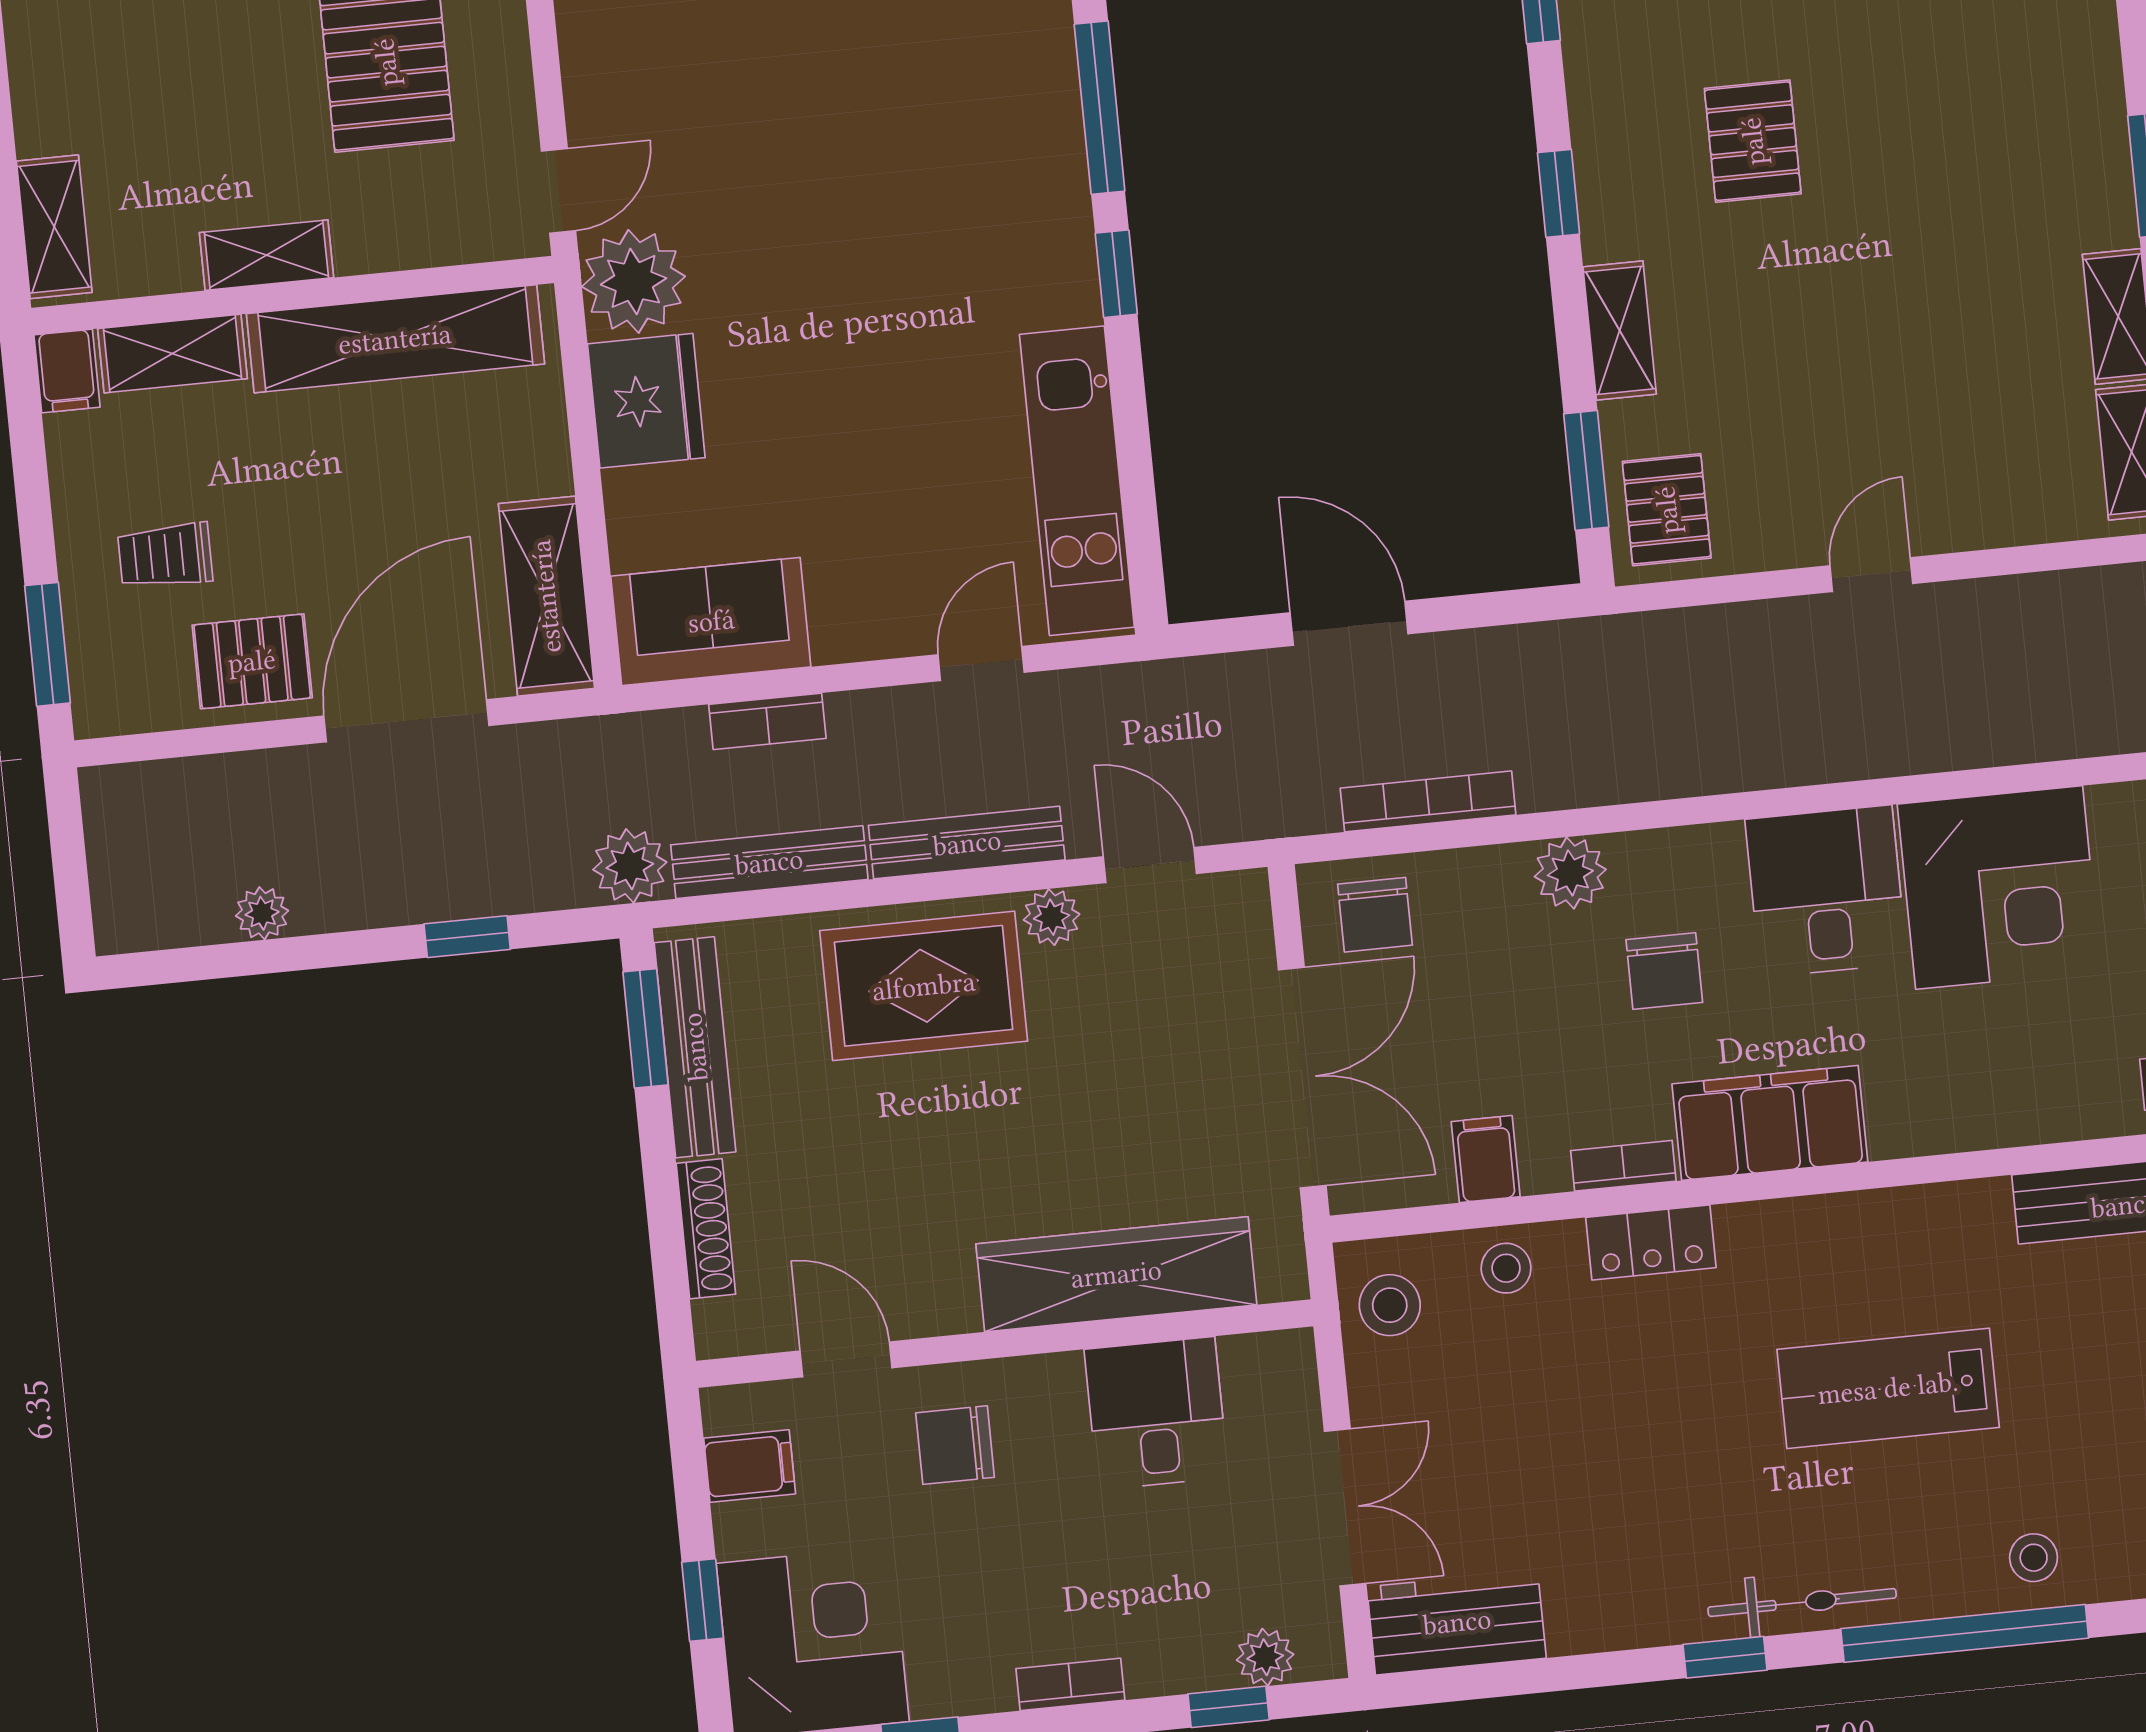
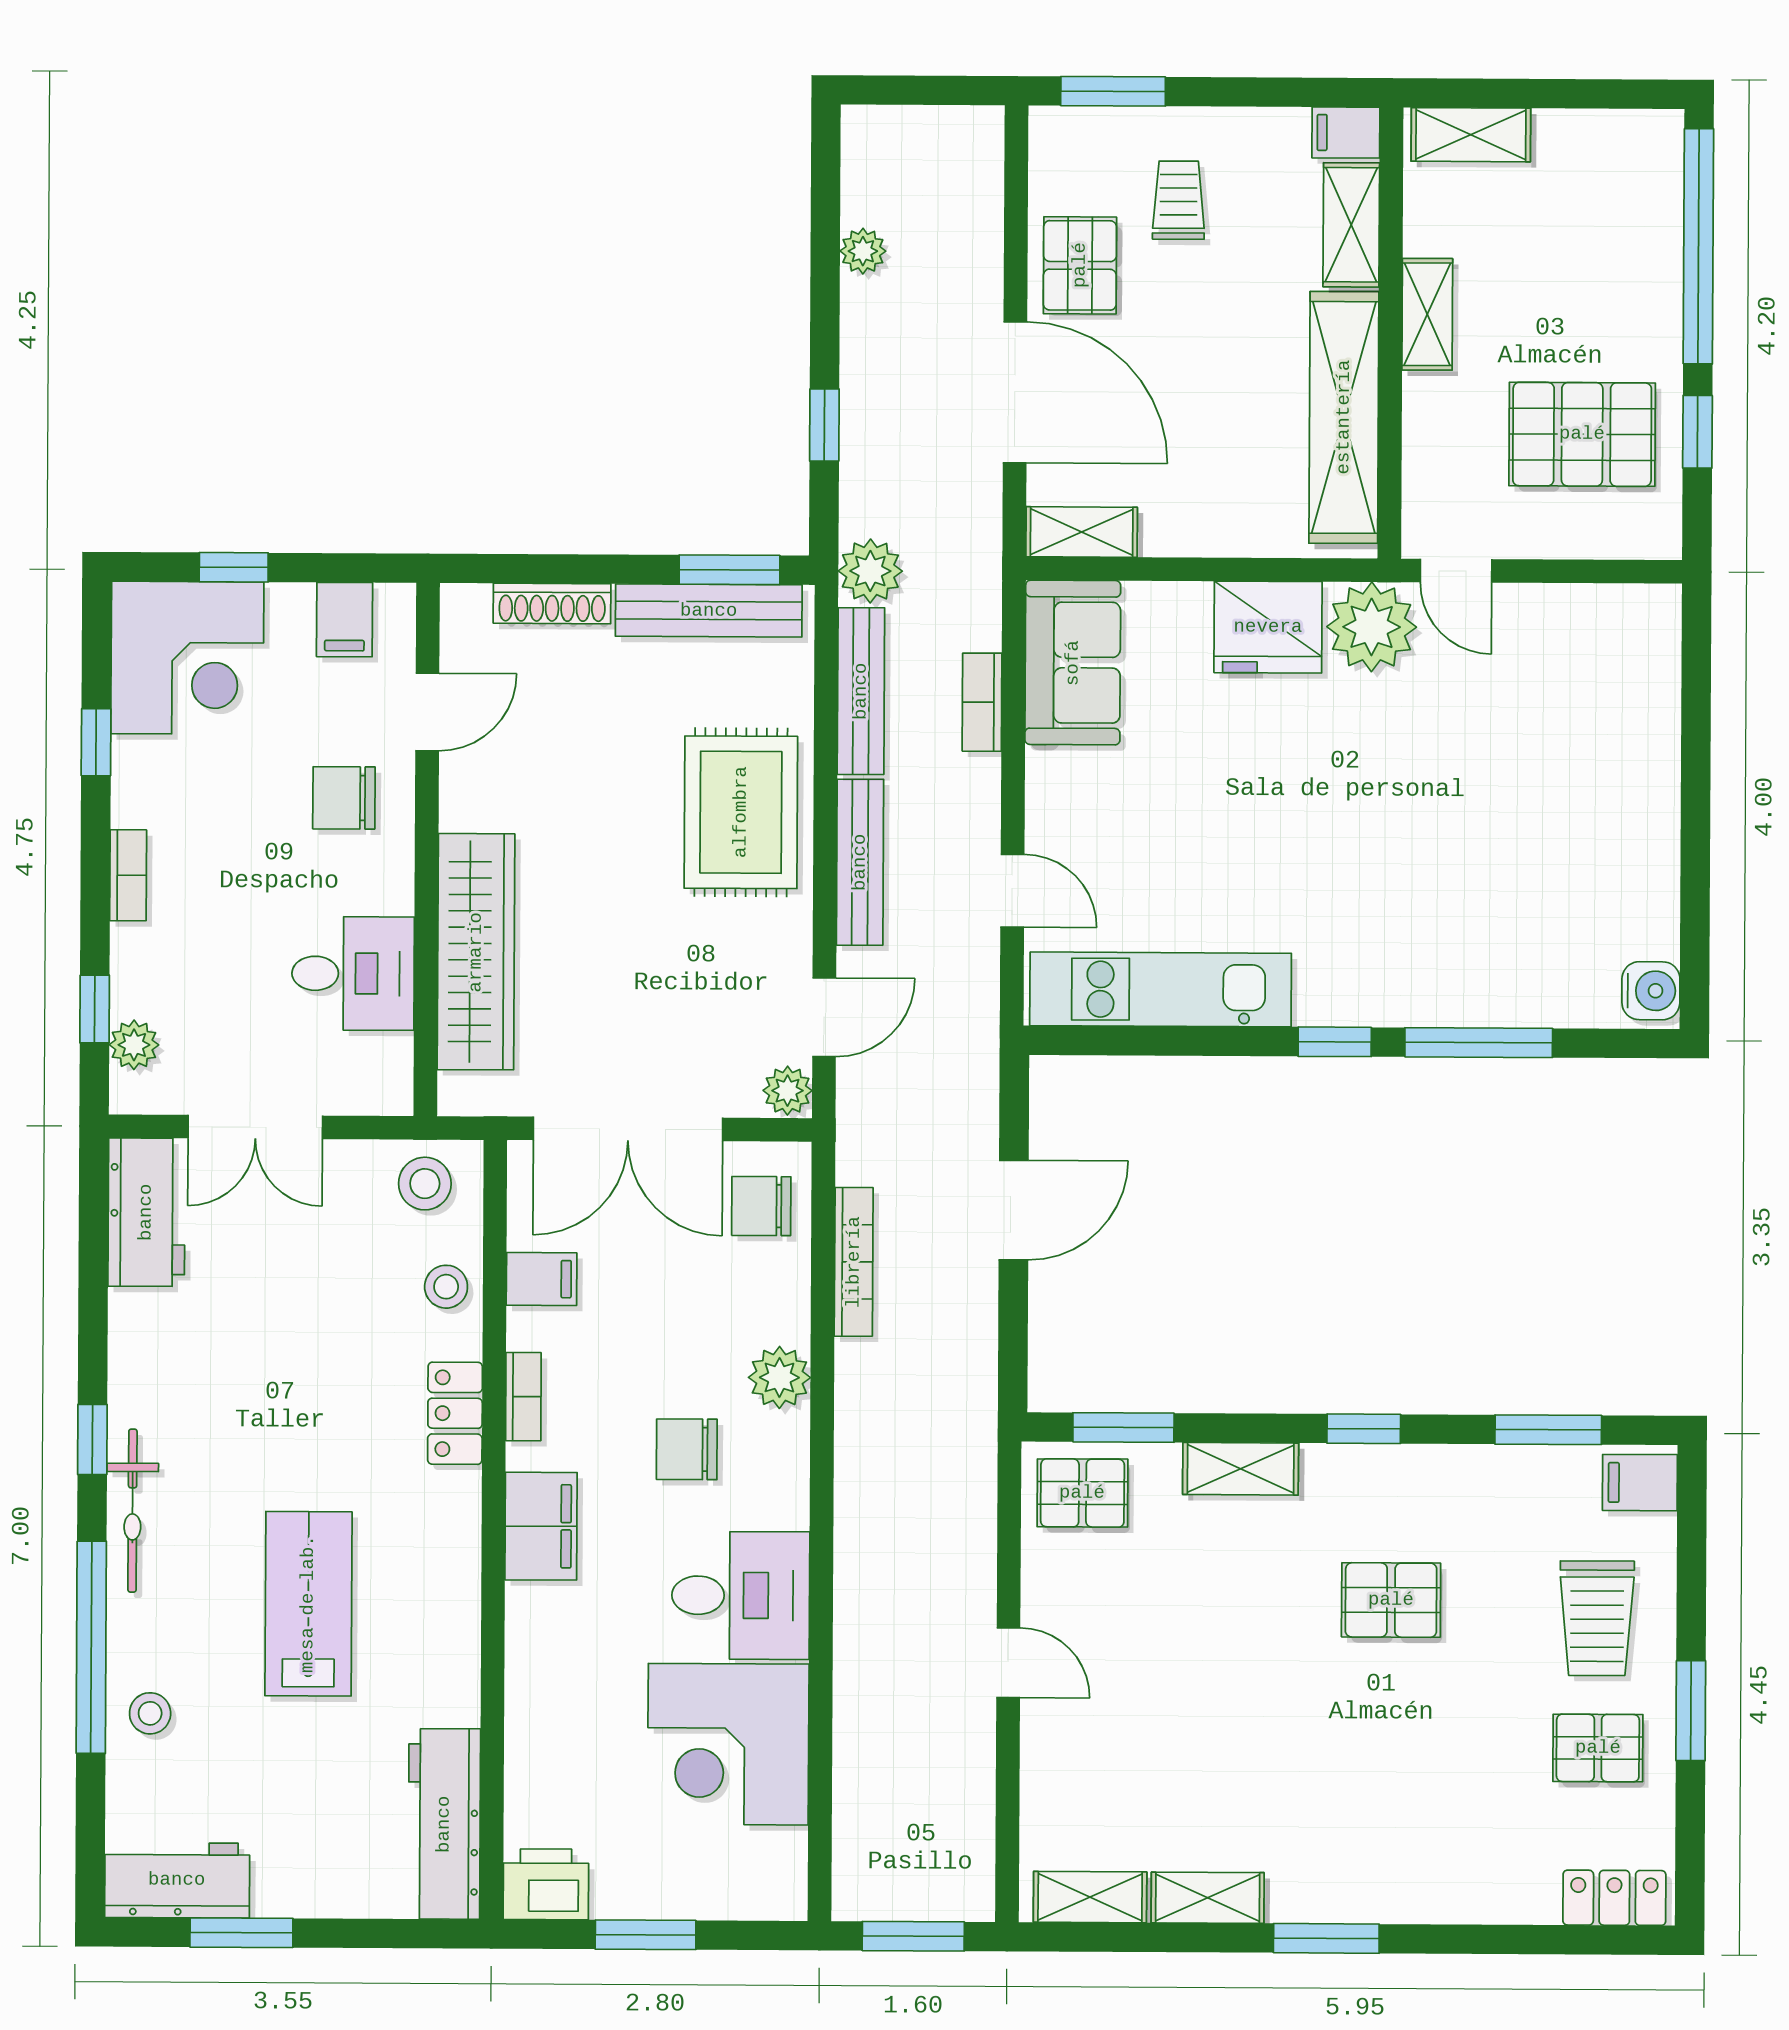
shelving: (546, 596) -> (1082, 532), width x0.67, depth x0.75
plant: (1052, 917) -> (788, 1091), moved
filing cabinet: (1770, 1123) -> (541, 1526), width x0.67, depth x0.86
chair: (955, 1445) -> (344, 798), turned -90

